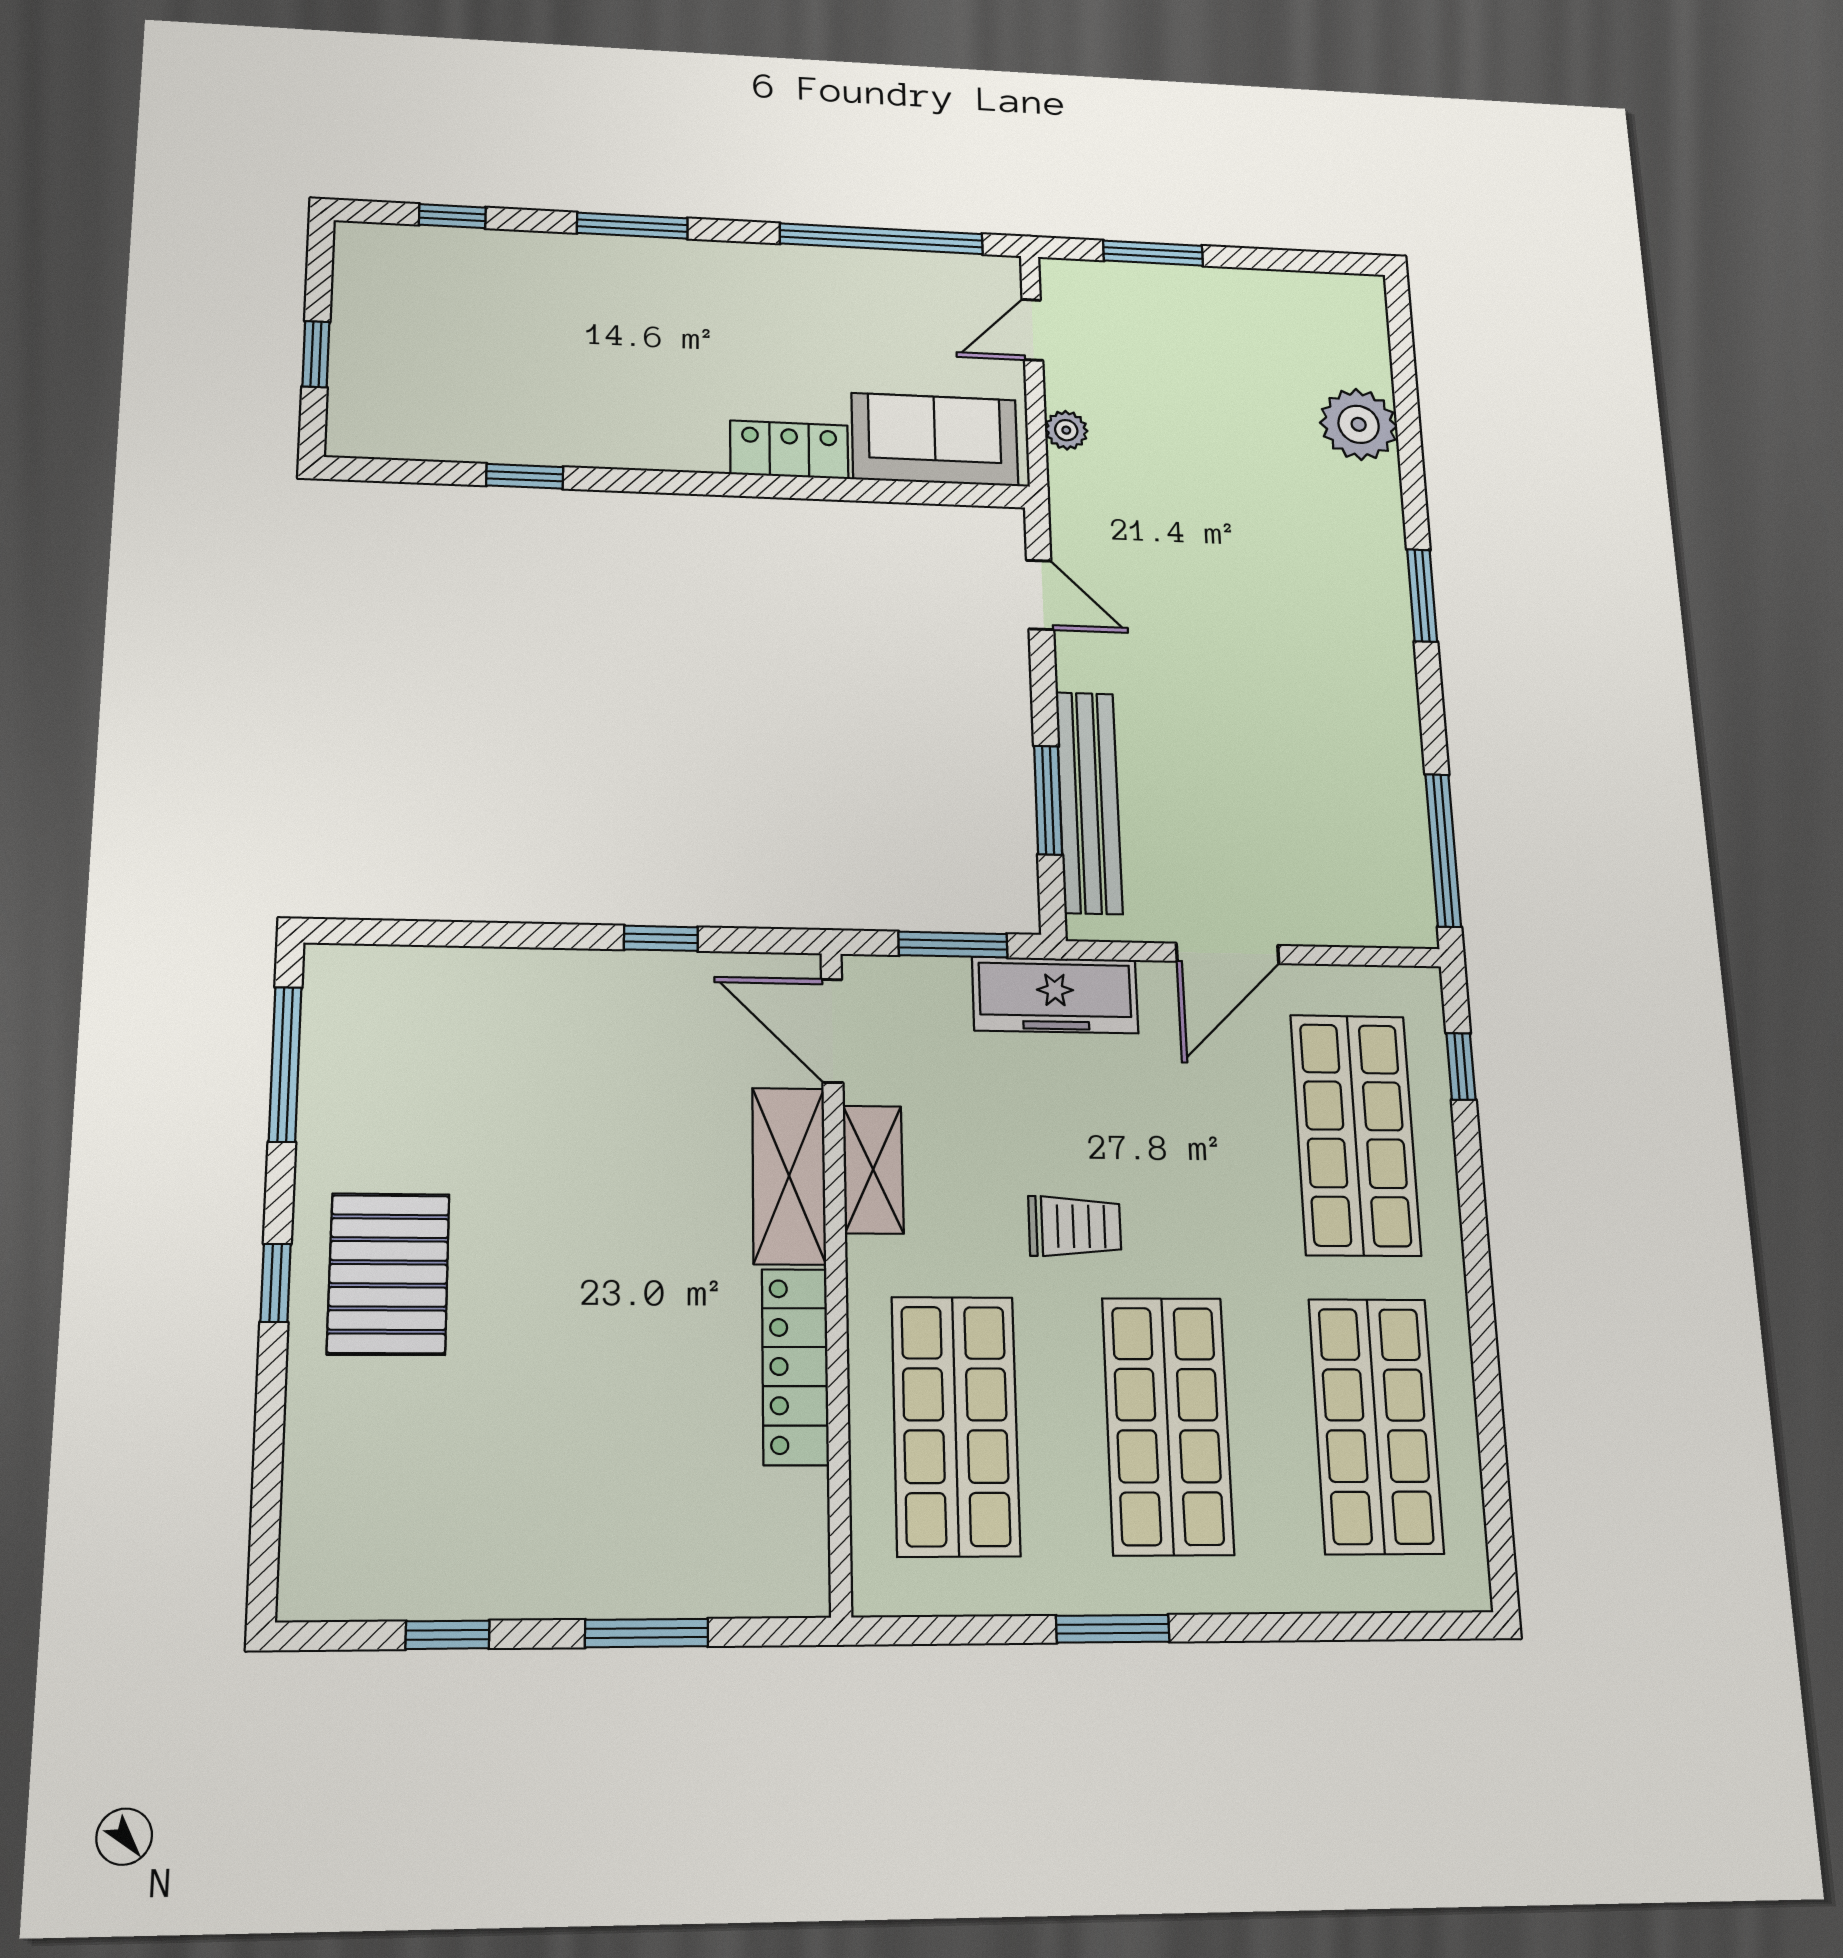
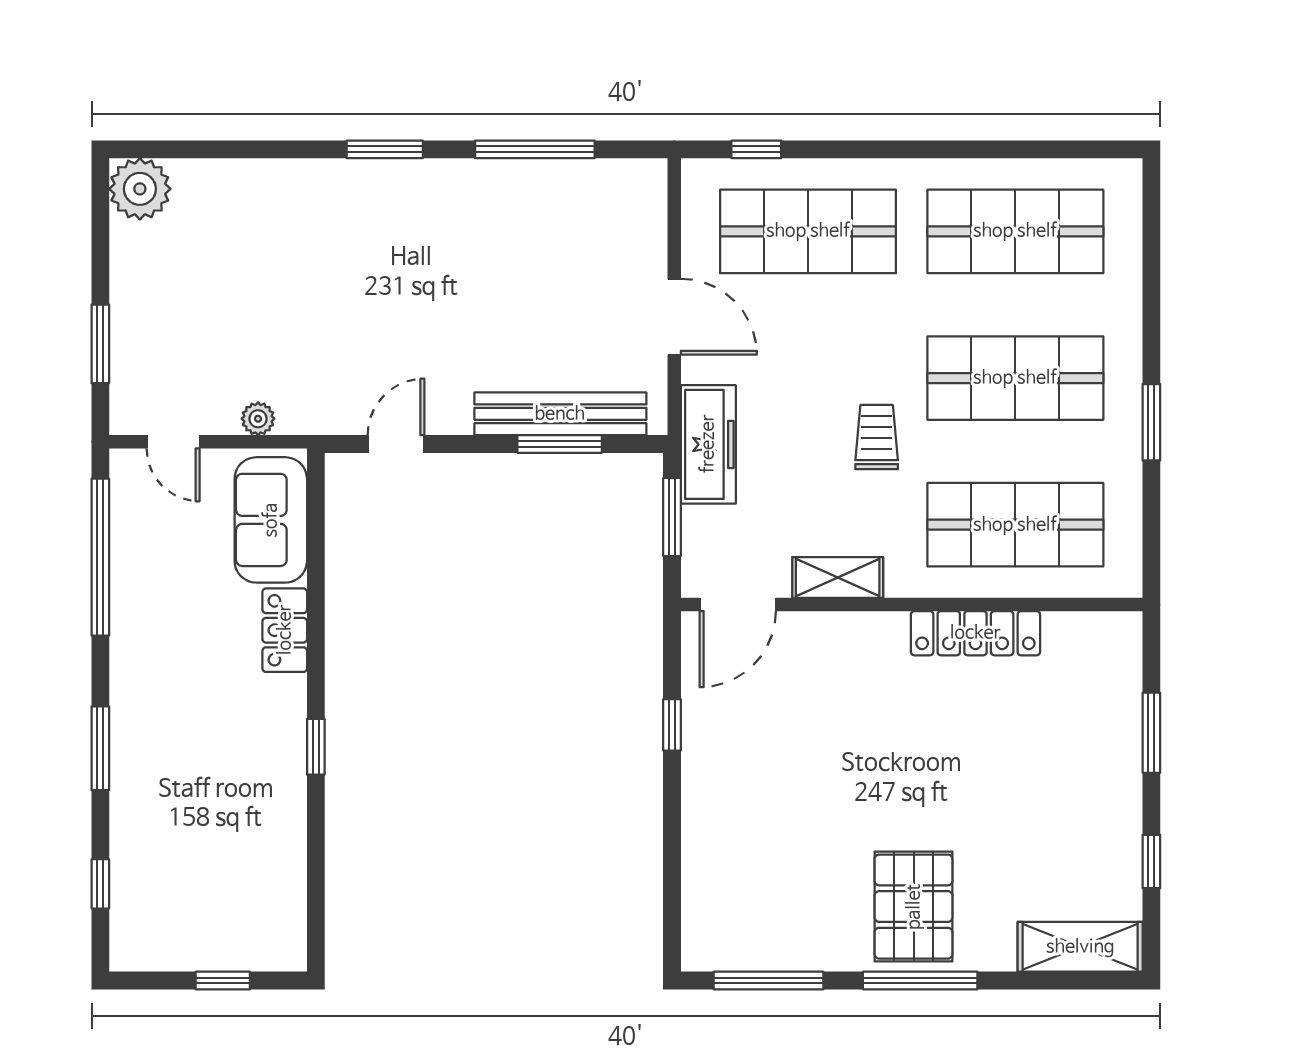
plant: (1359, 424) -> (140, 189), moved
window: (525, 476) -> (316, 747), moved
window: (1443, 850) -> (535, 149), moved
shelving: (789, 1176) -> (1080, 947), moved
pallet: (388, 1274) -> (914, 907), turned 90
window: (276, 1283) -> (920, 981), width x2.17

